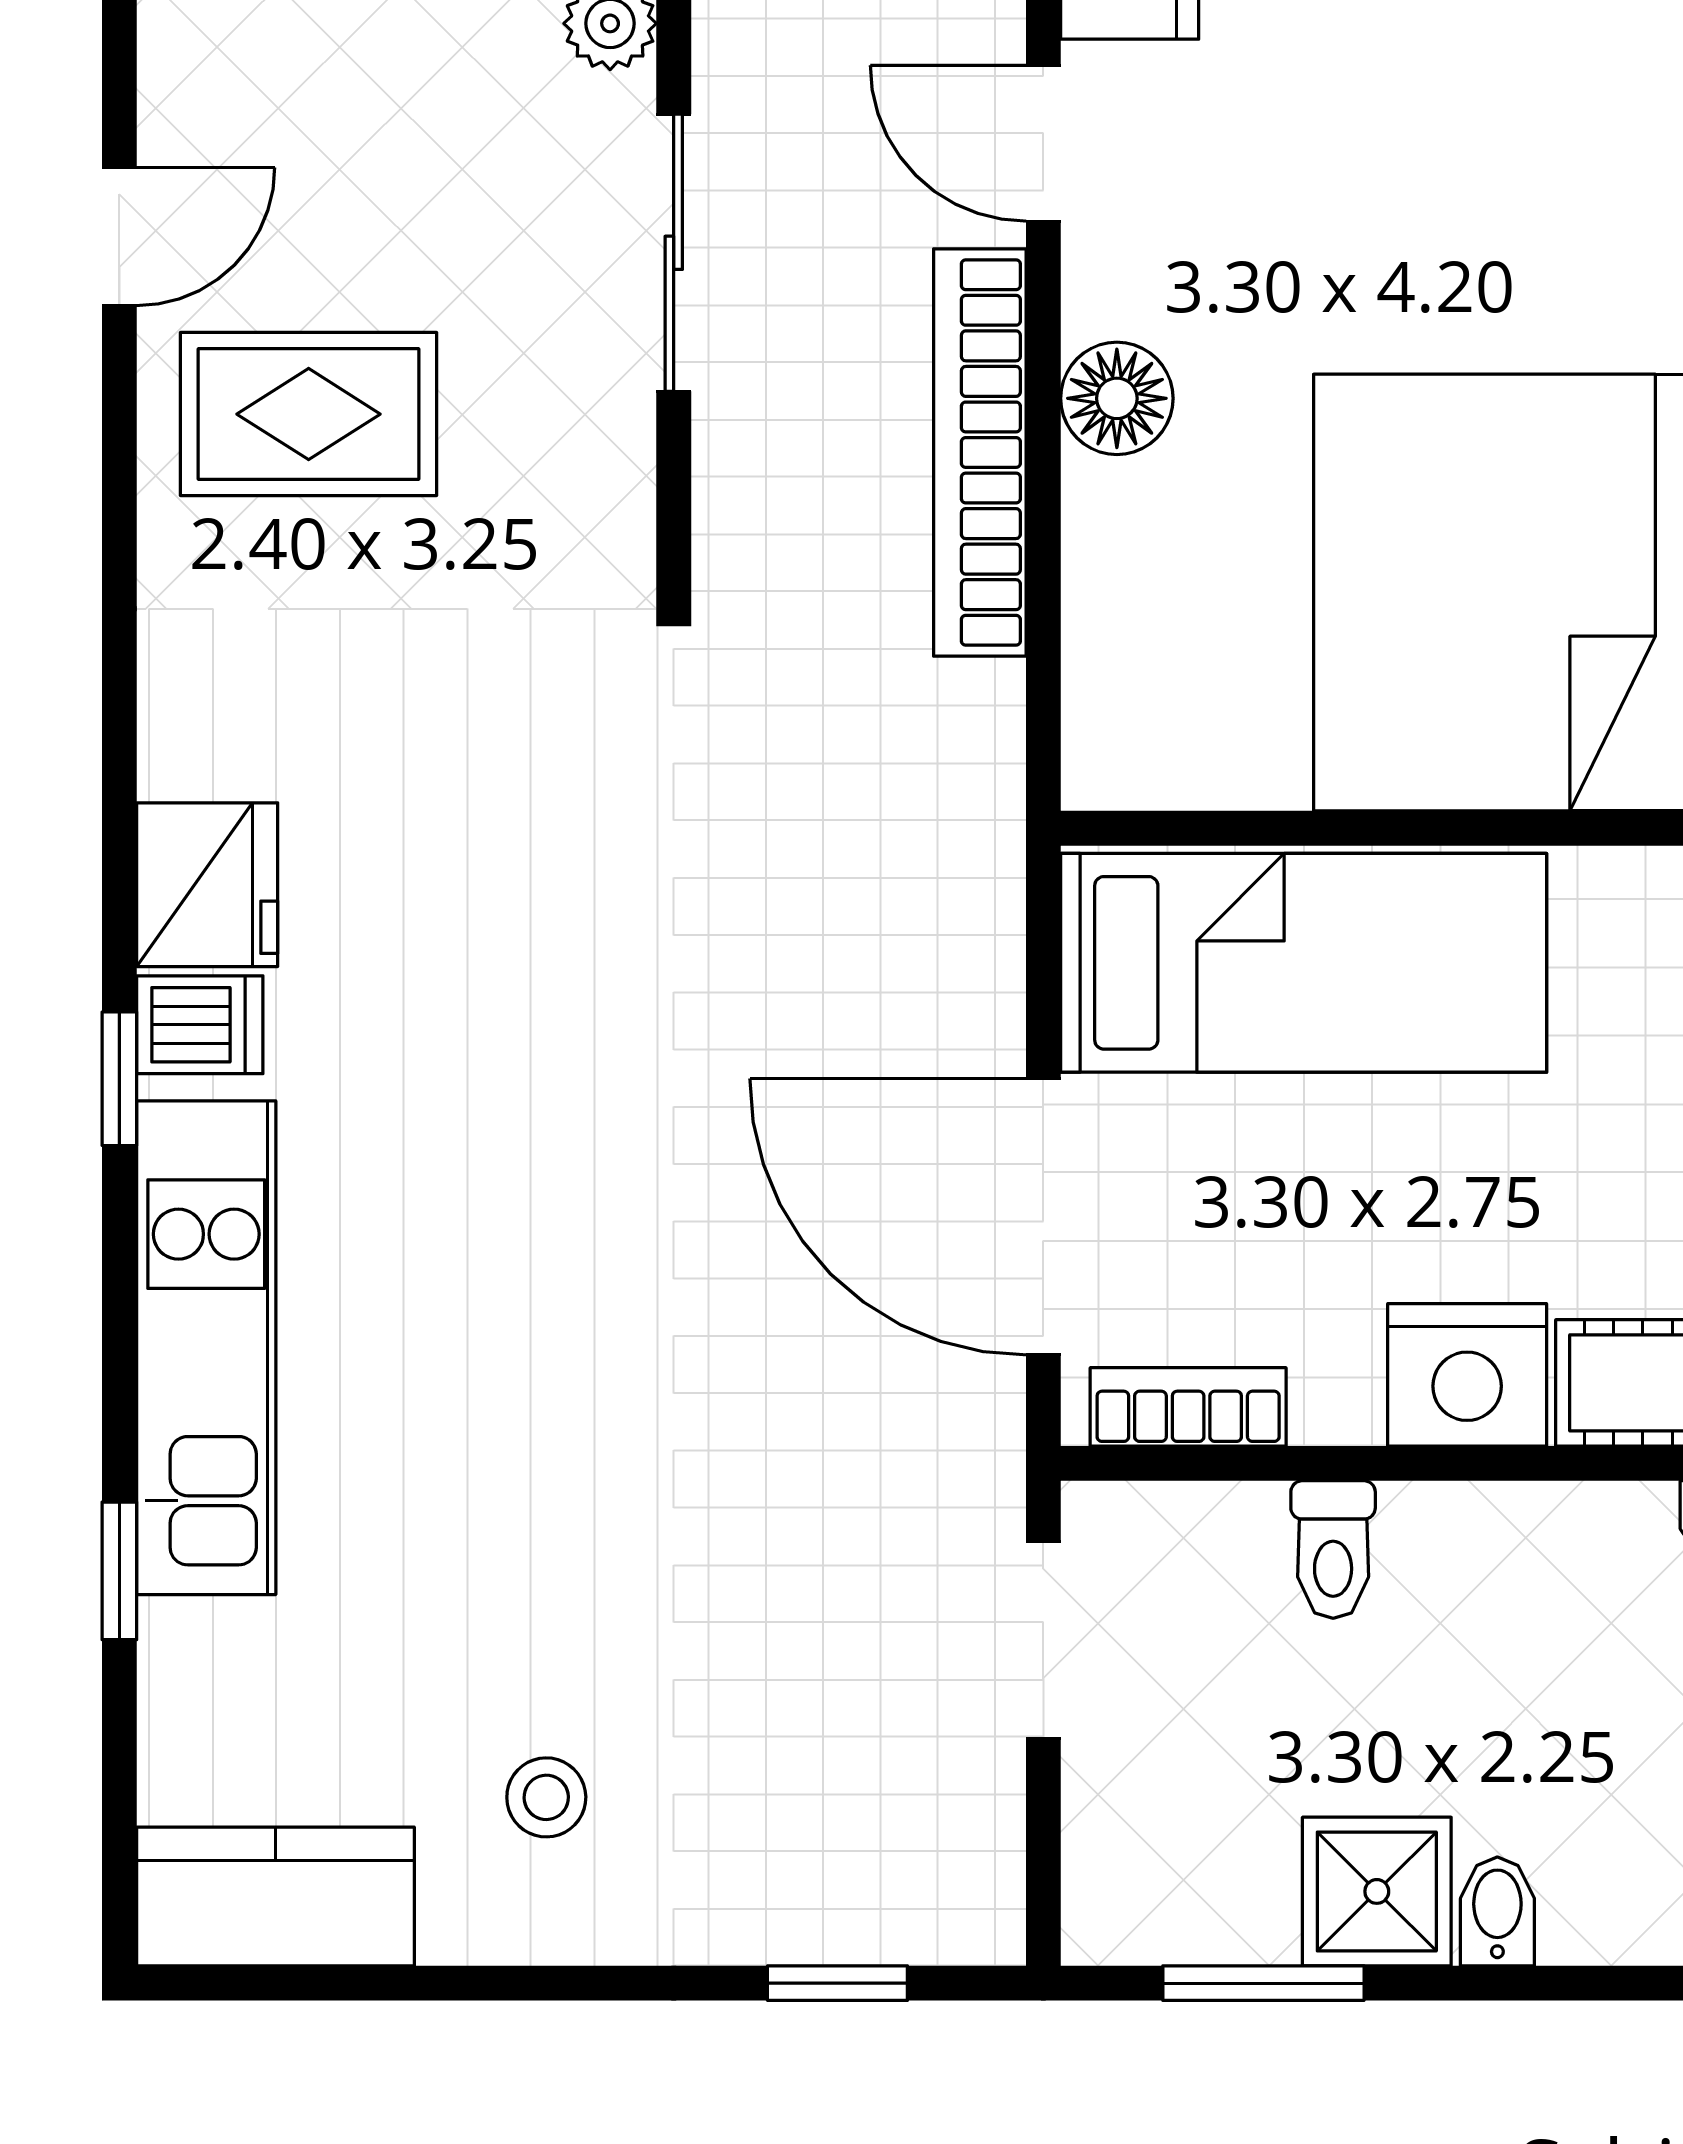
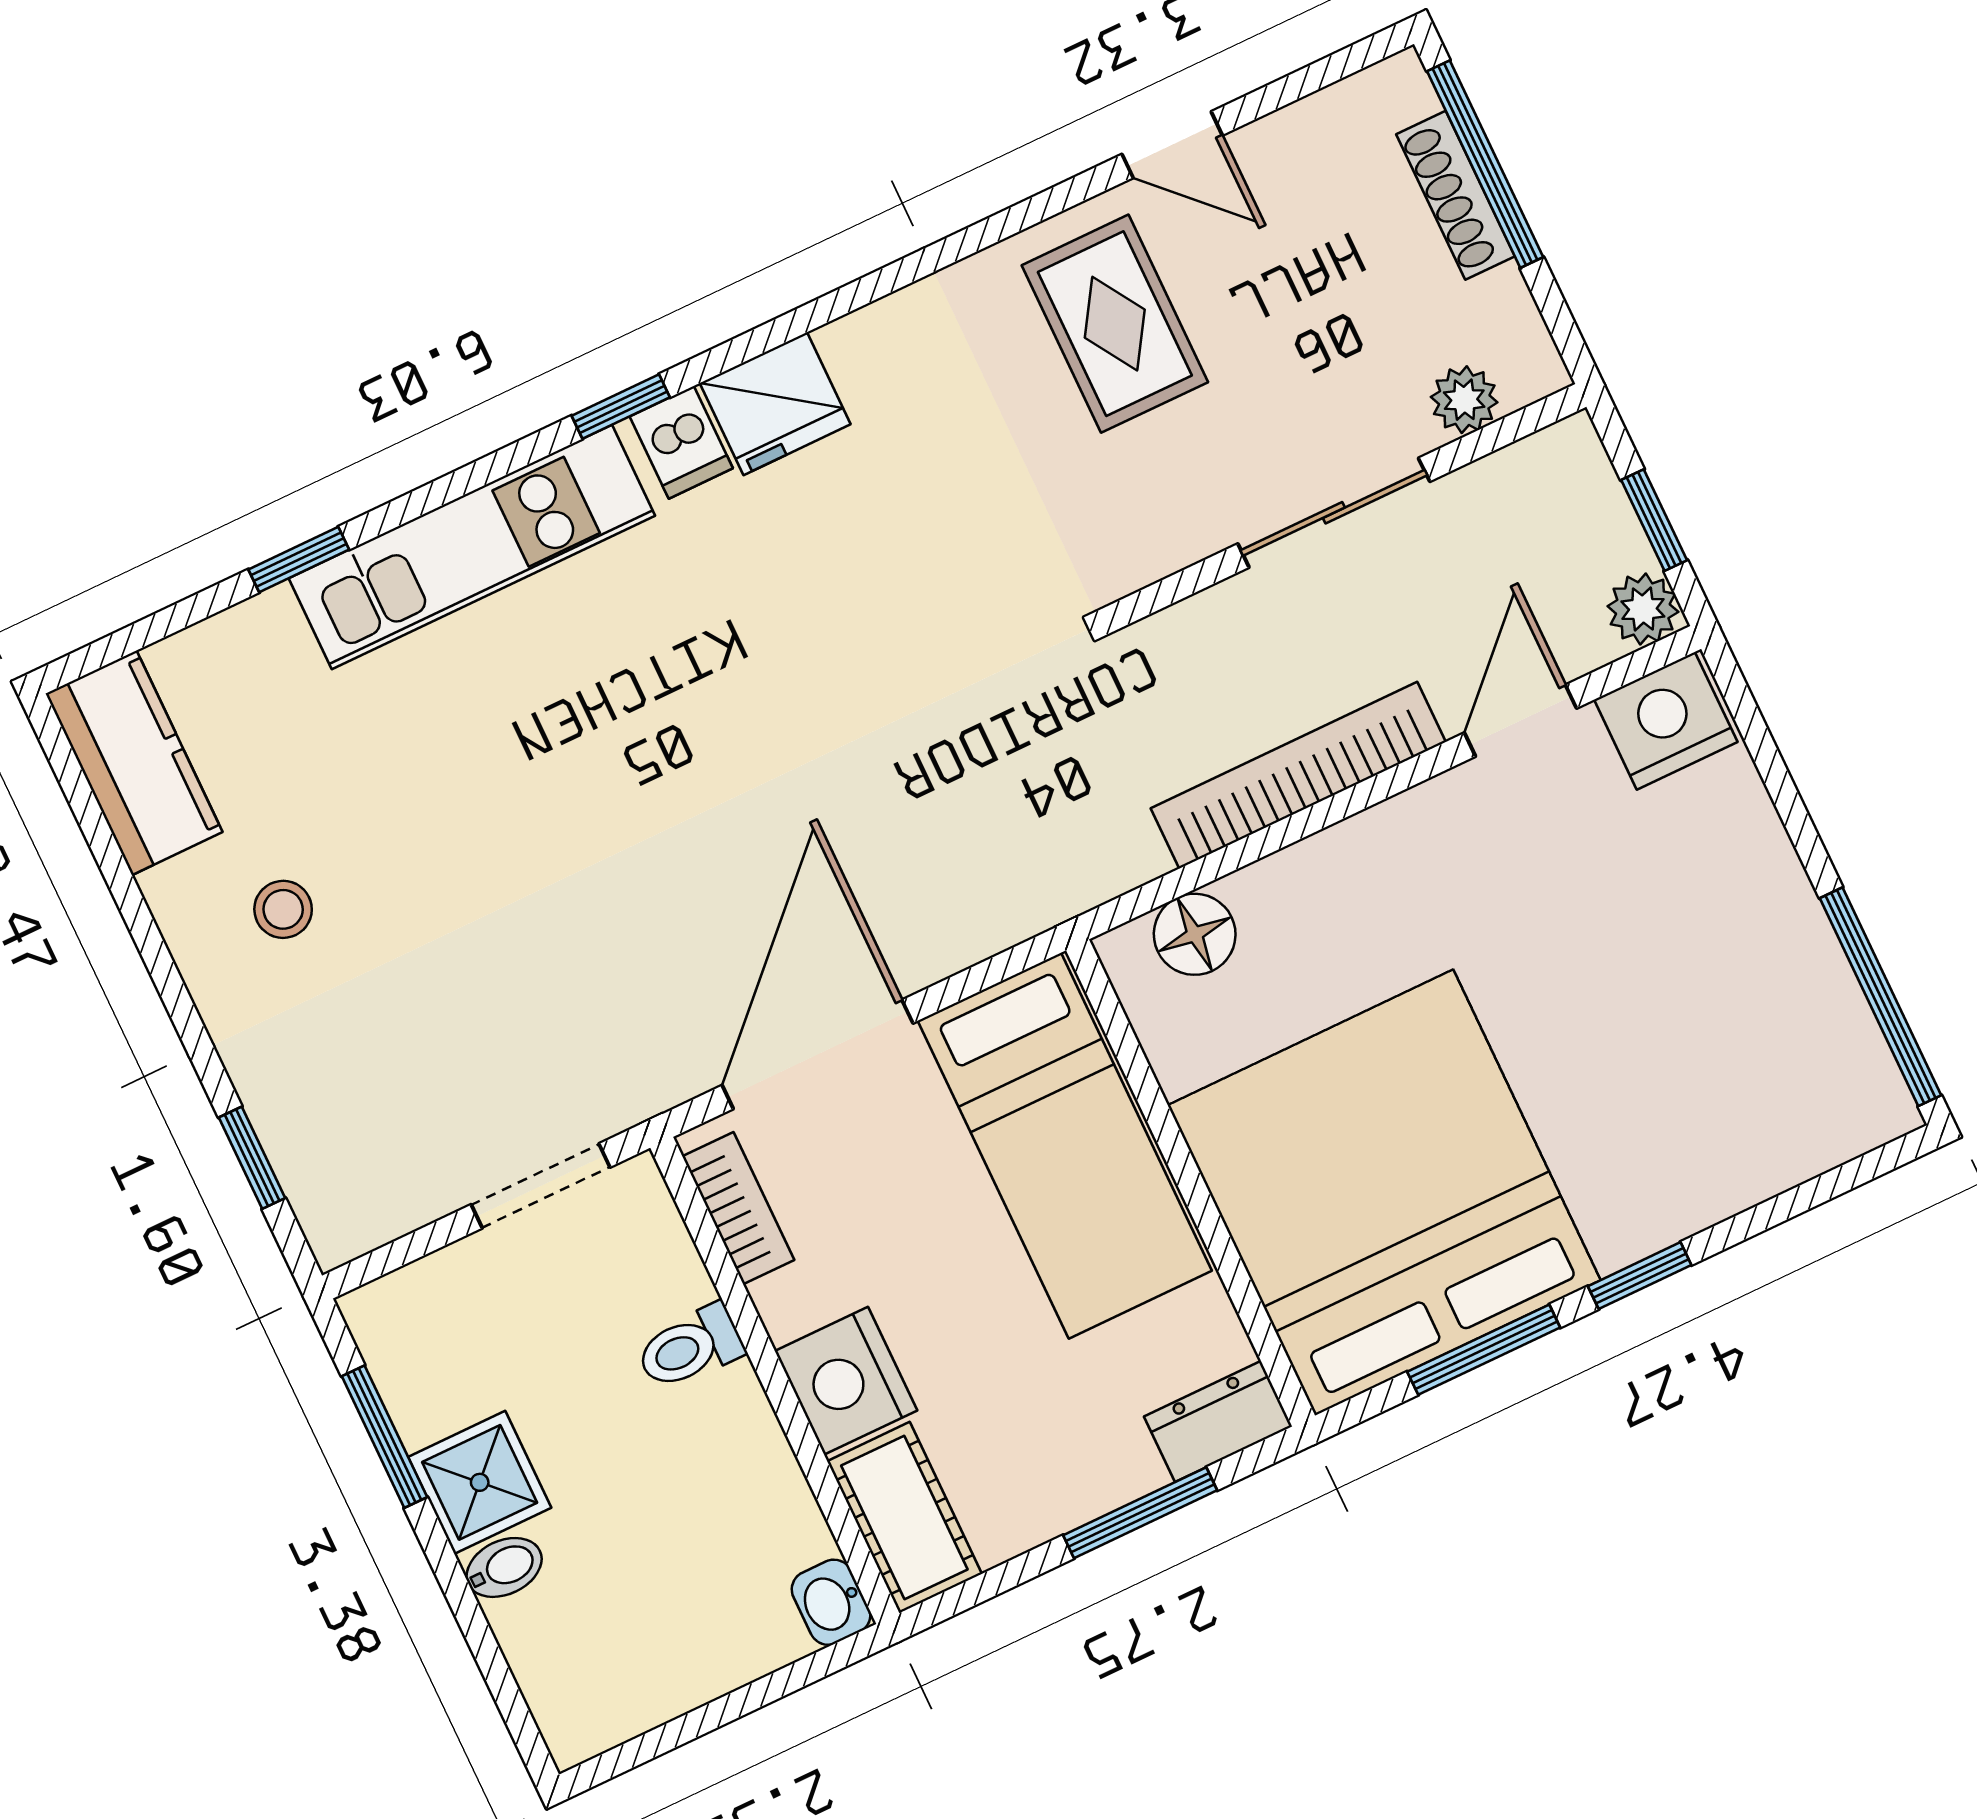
floor lamp: (1117, 398) -> (1195, 934), moved

